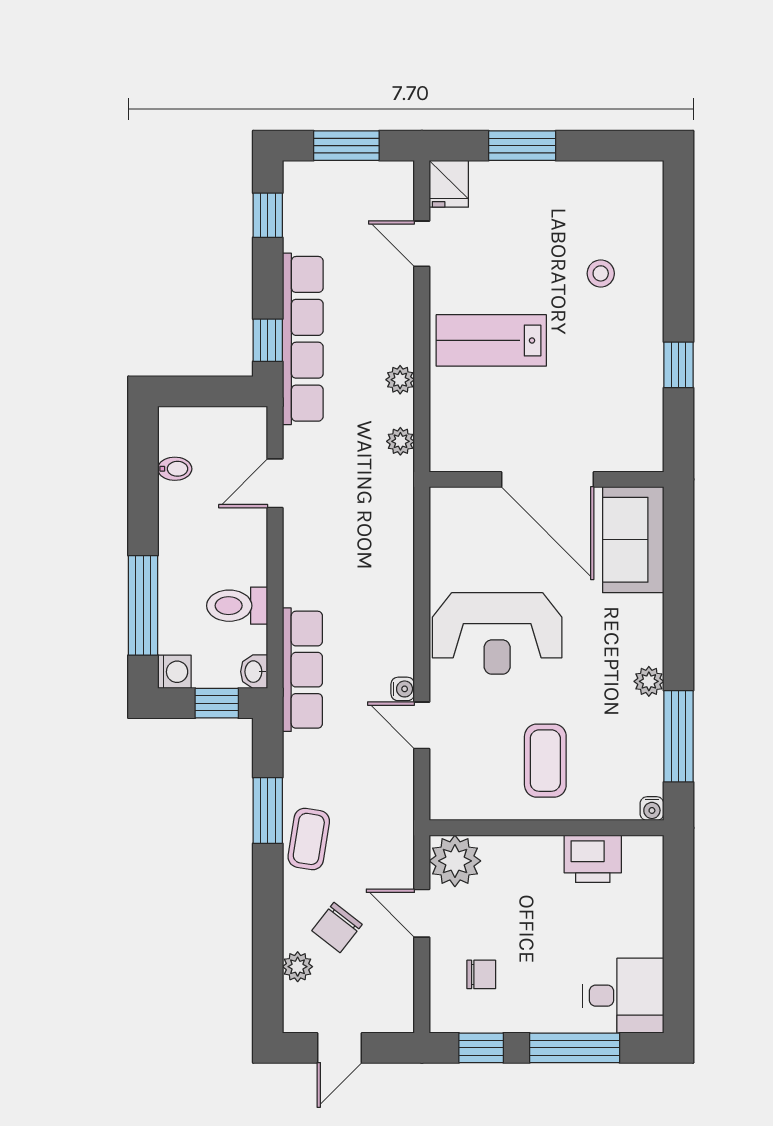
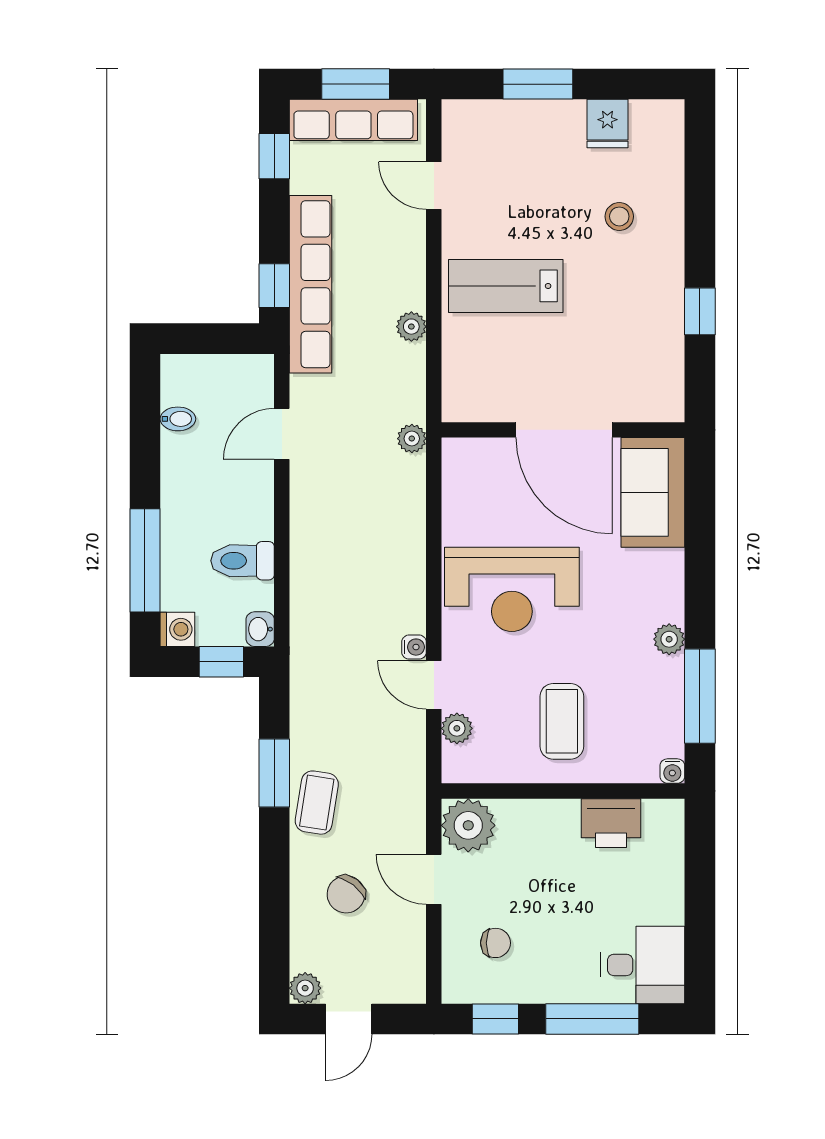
fridge: (449, 184) -> (607, 124), moved
plant: (400, 441) -> (412, 439), moved
row of seats: (302, 670) -> (353, 120), moved, turned 90
plant: (444, 767) -> (457, 728), added
plant: (298, 967) -> (305, 988), moved

